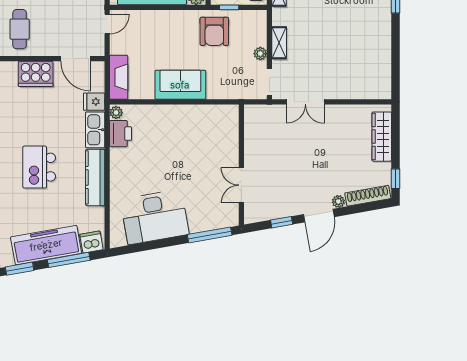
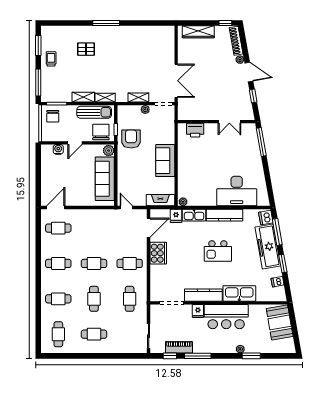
armchair: (214, 31) -> (131, 139), turned -90
double door: (305, 102) -> (176, 81), width x1.37
printer: (121, 134) -> (195, 130), moved, turned 180
desk: (155, 217) -> (237, 191), moved, turned 100

